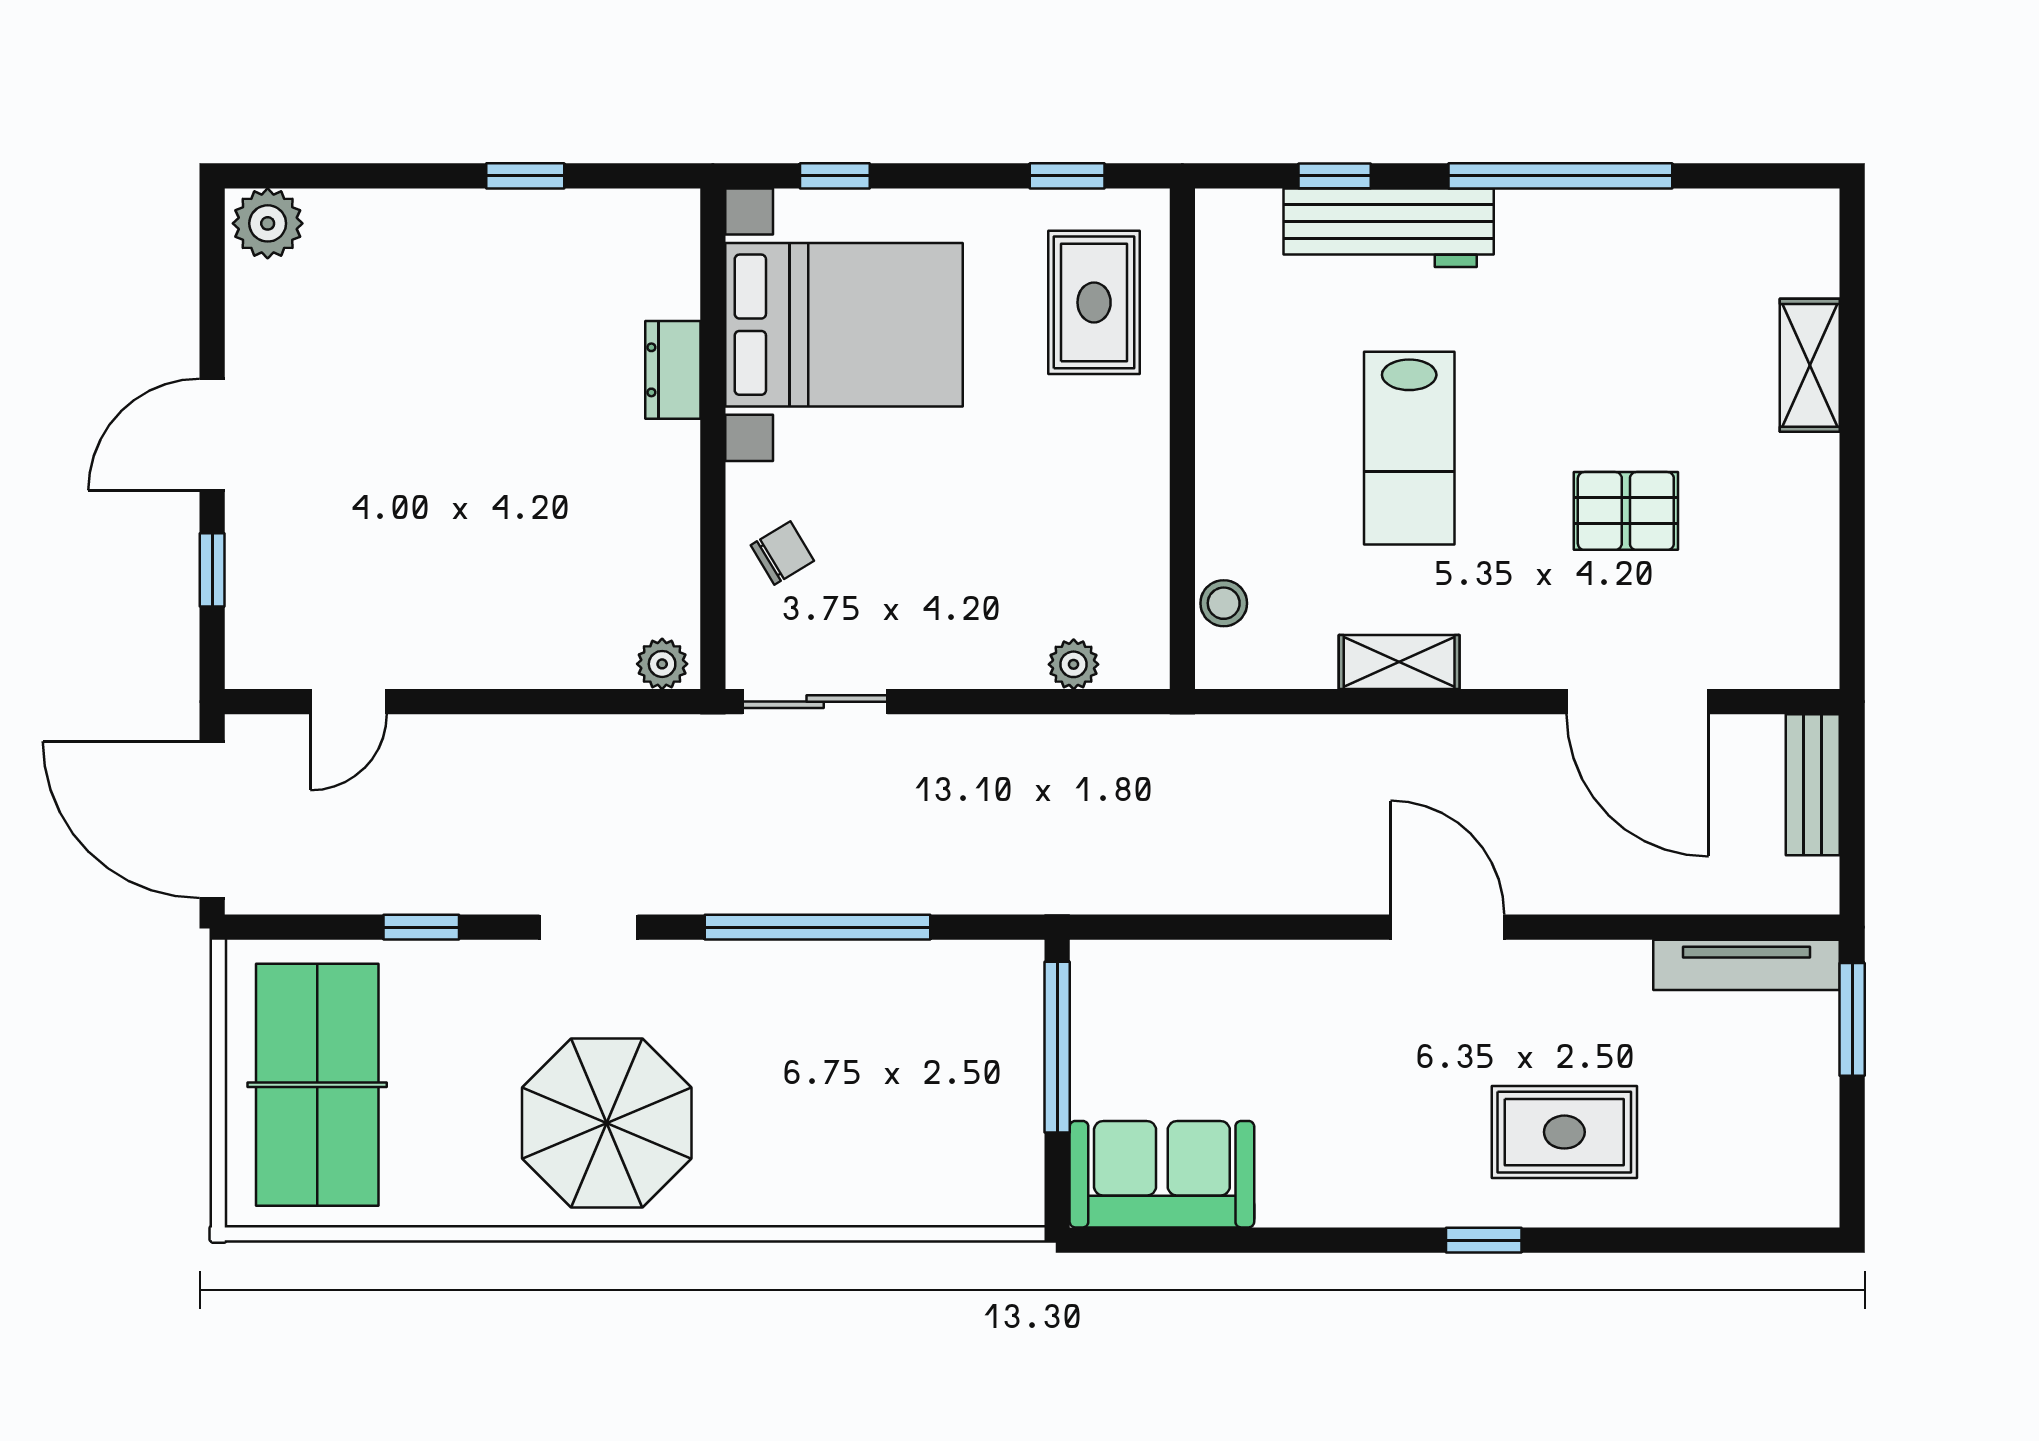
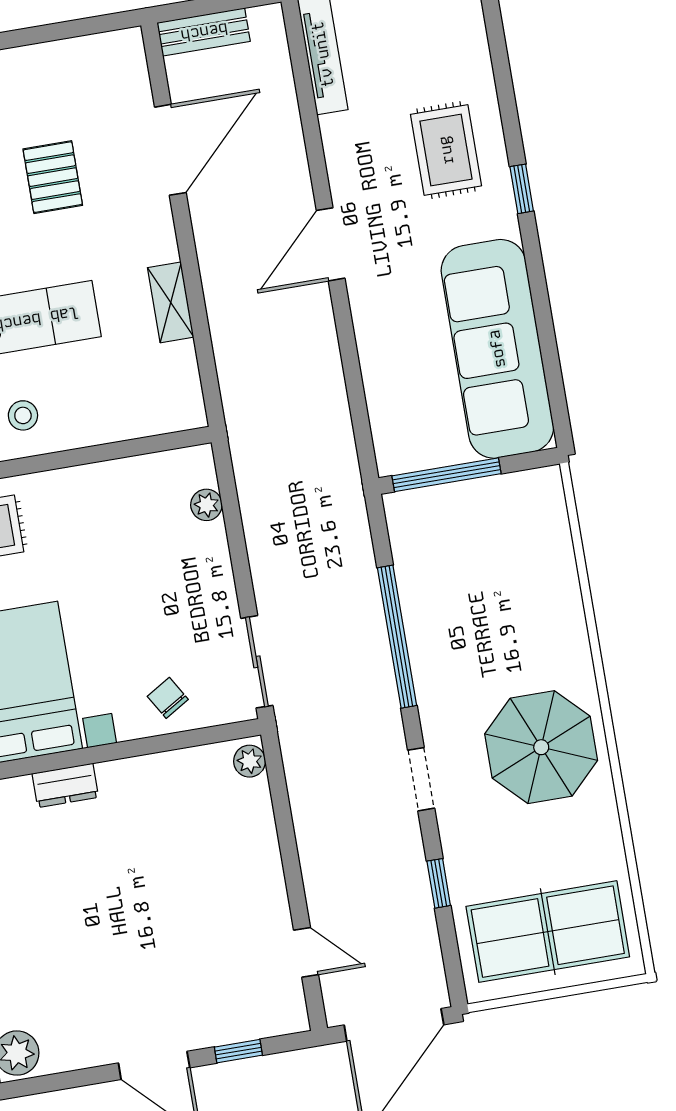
stool: (1224, 603) -> (23, 415), moved
sofa: (1162, 1174) -> (497, 349), width x1.85, depth x1.27

